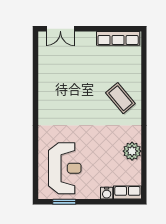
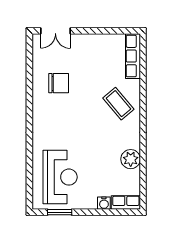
row of seats: (118, 38) -> (133, 56), moved, turned 90
chair: (63, 79) -> (59, 83), added

